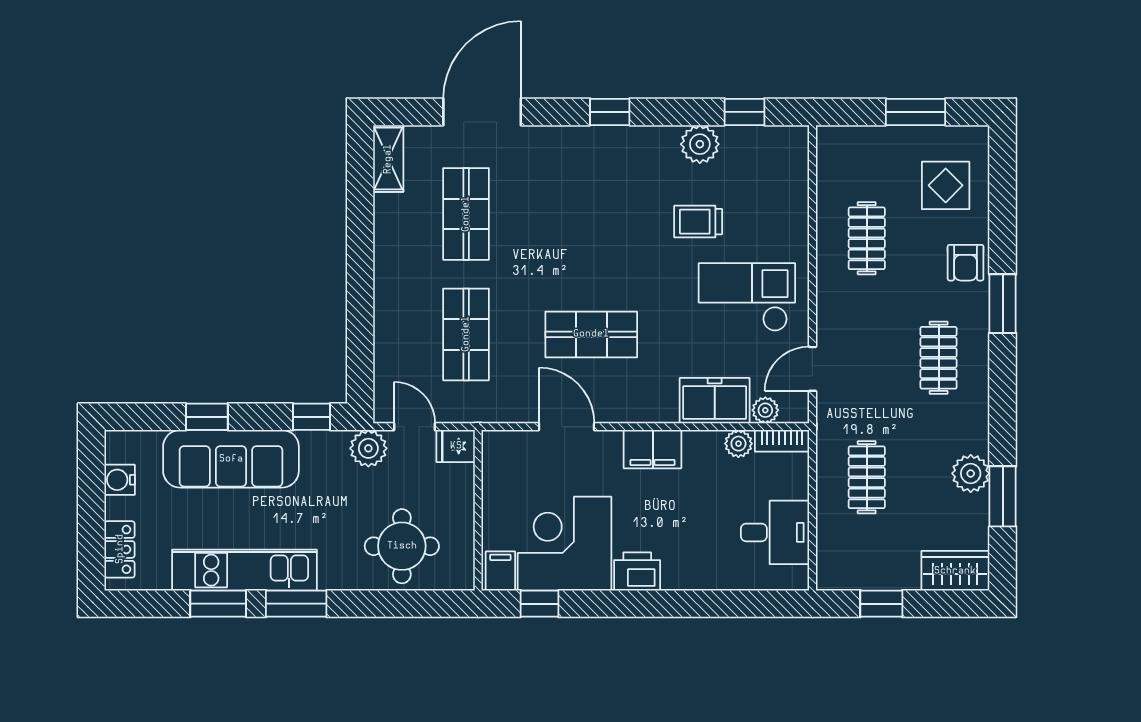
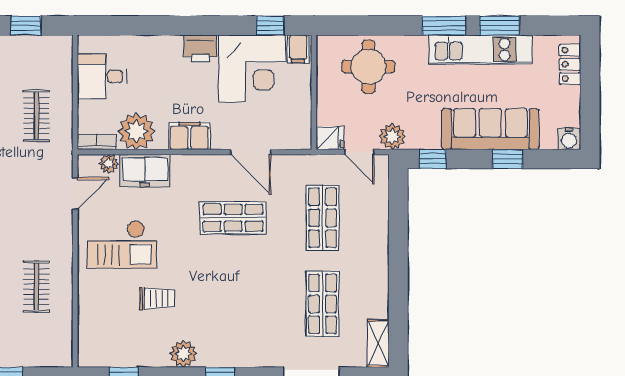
plant: (700, 144) -> (183, 354), moved
plant: (738, 444) -> (137, 131), width x1.88, depth x1.88
water cooler: (120, 480) -> (569, 139), moved, turned 90

